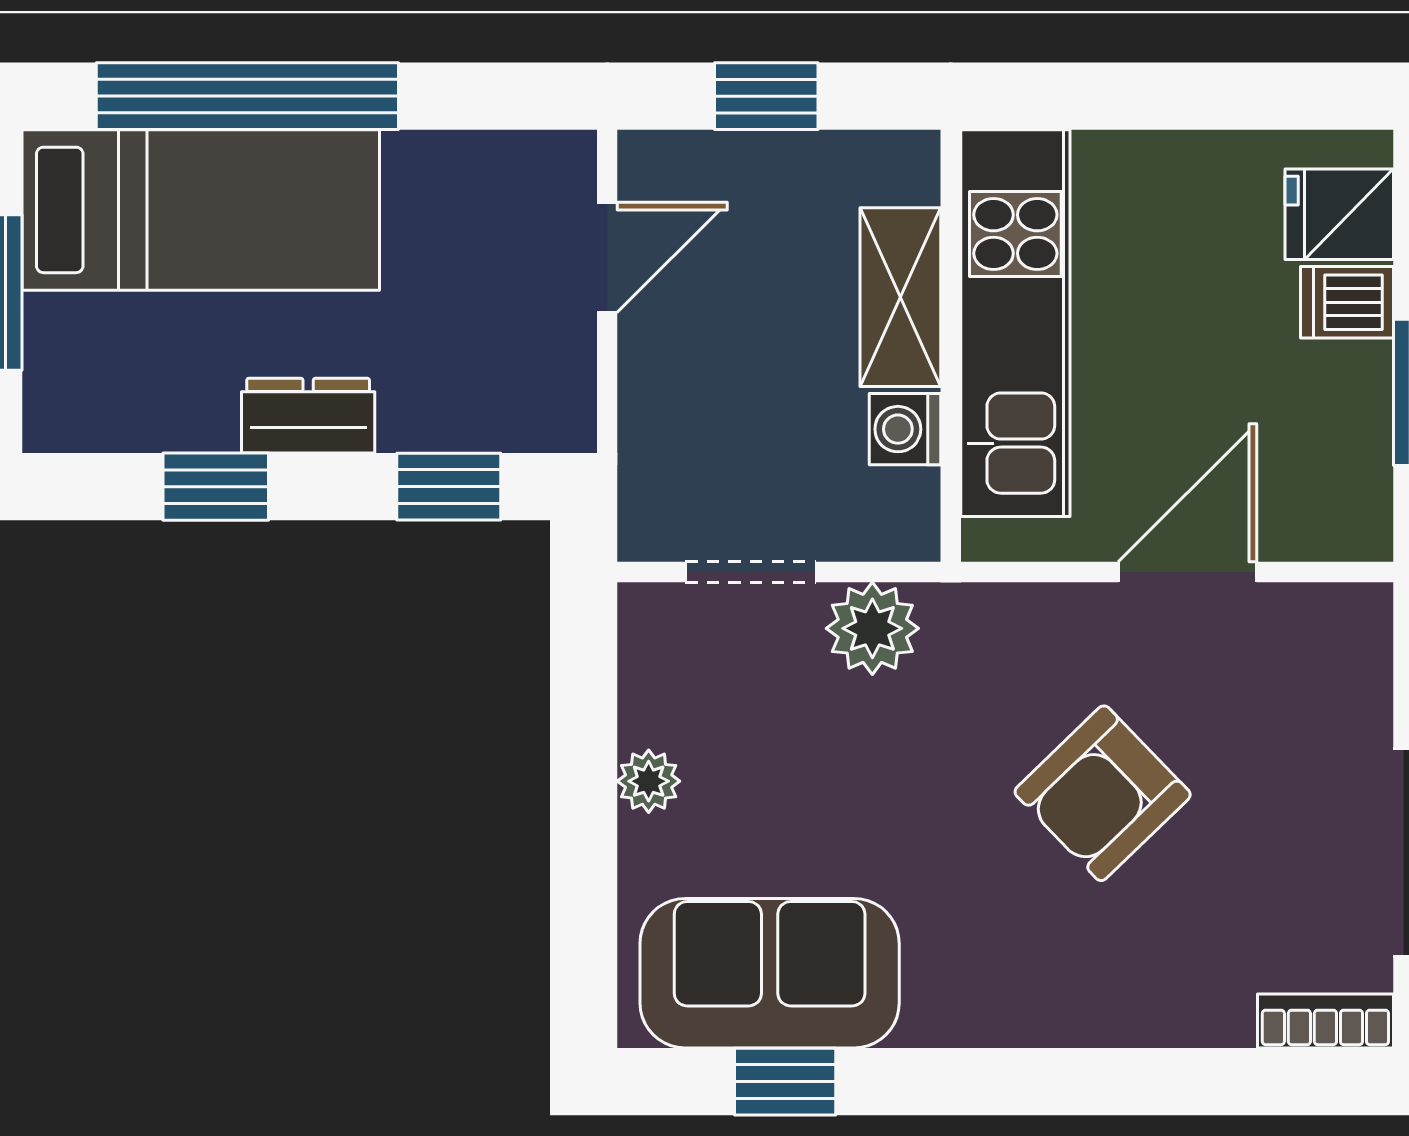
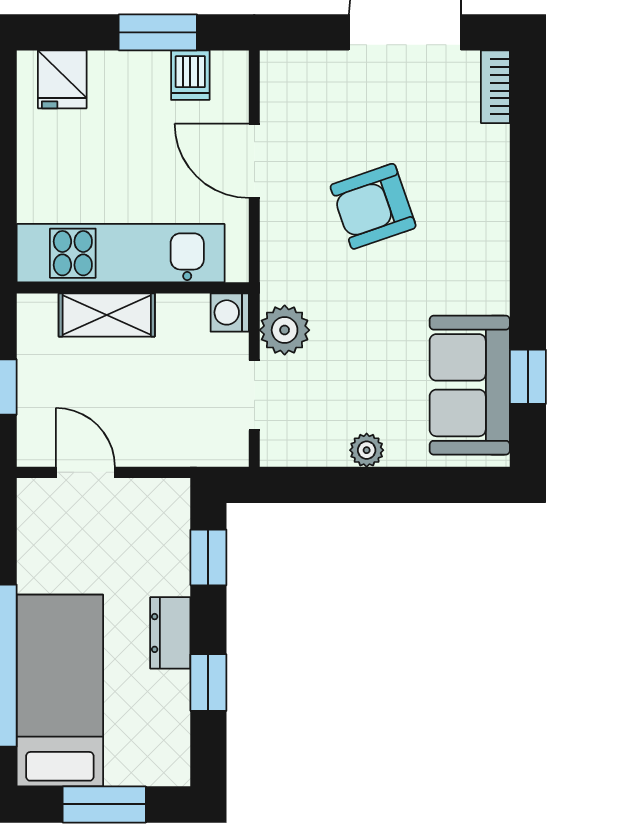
dishwasher: (1347, 302) -> (190, 75), moved
washing machine: (905, 429) -> (230, 312), moved, turned 90
armchair: (1103, 793) -> (373, 206), turned 115

